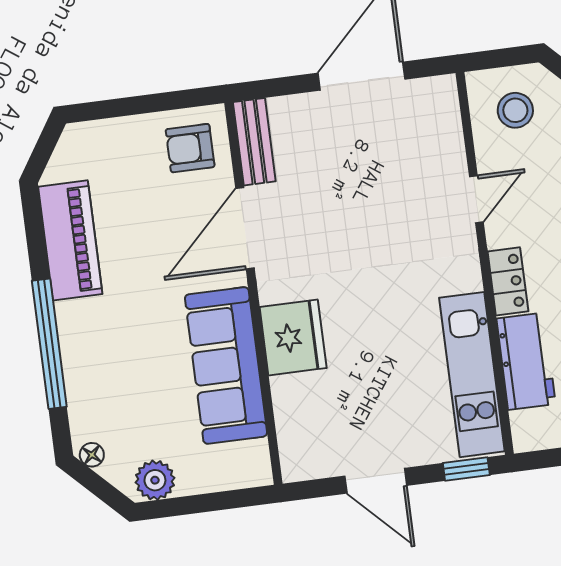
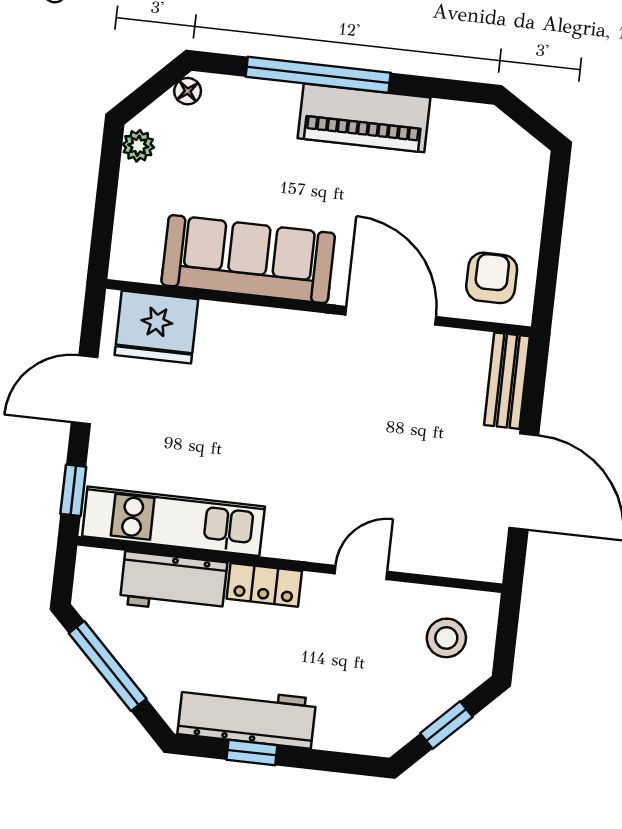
bench: (254, 142) -> (507, 381), moved, turned 90
door: (476, 199) -> (361, 573), swing flipped
piano: (70, 240) -> (364, 118), moved
fridge: (293, 337) -> (156, 327), moved
plant: (155, 480) -> (138, 146), width x0.73, depth x0.73

